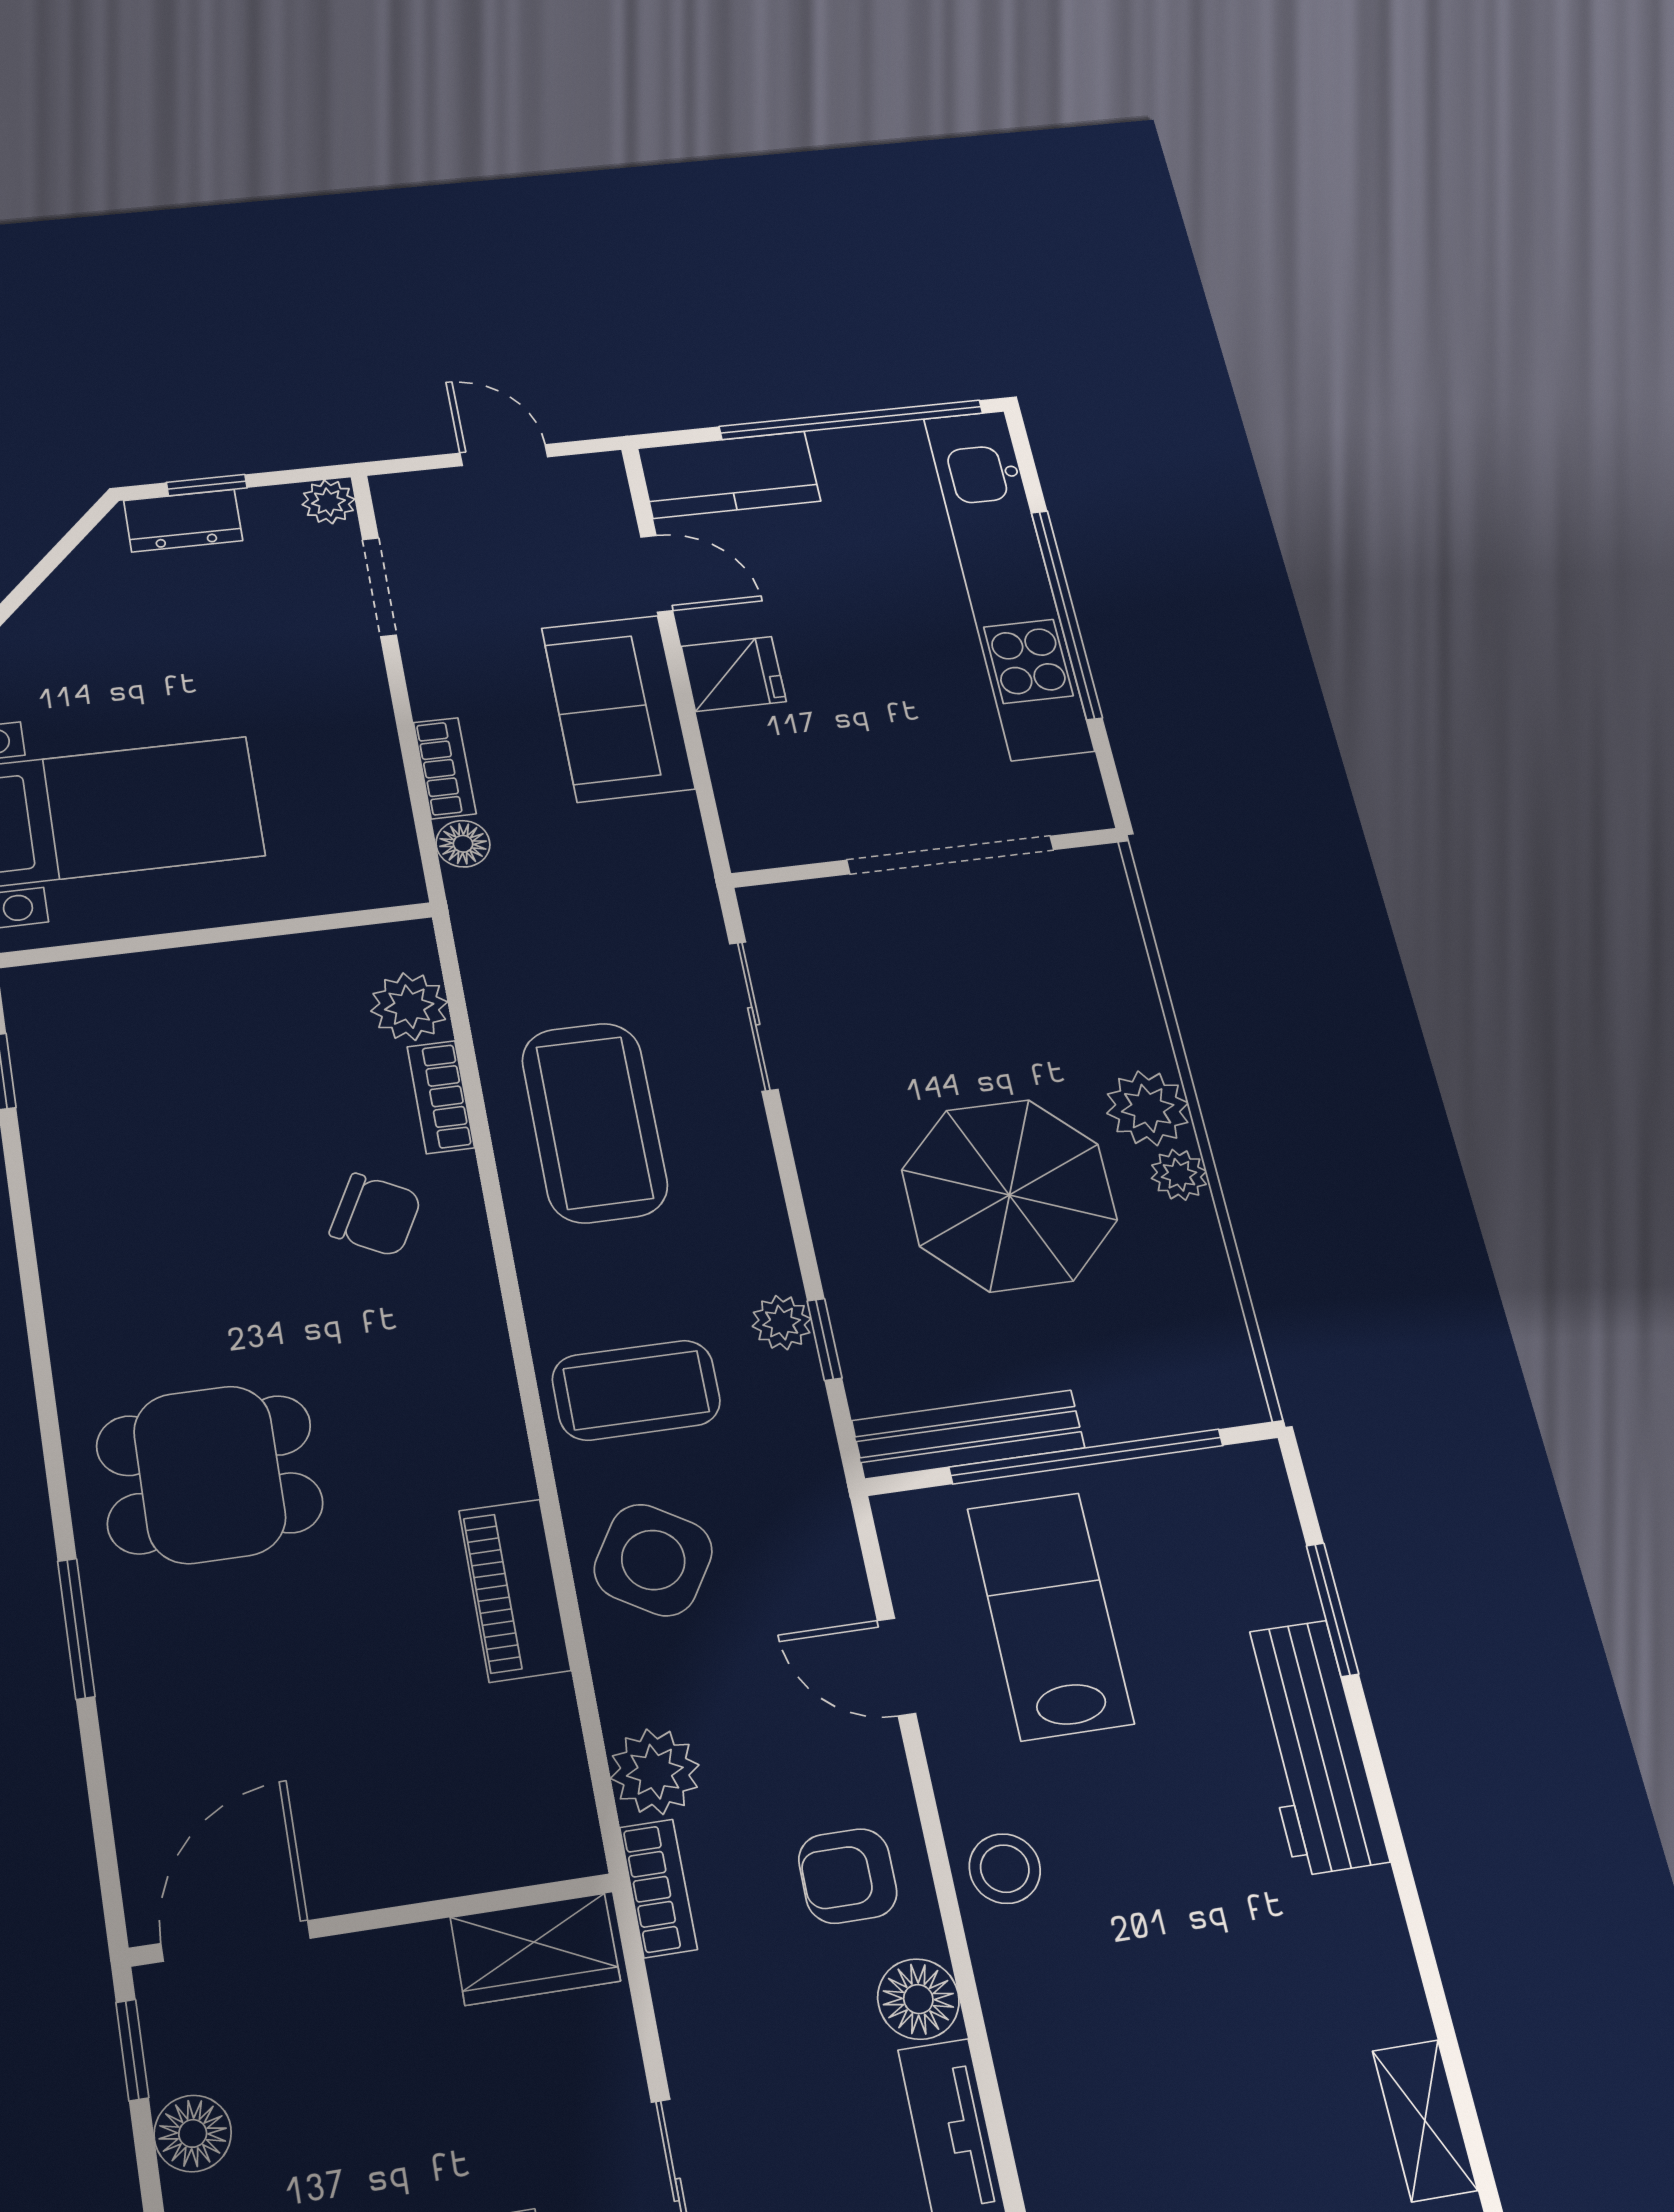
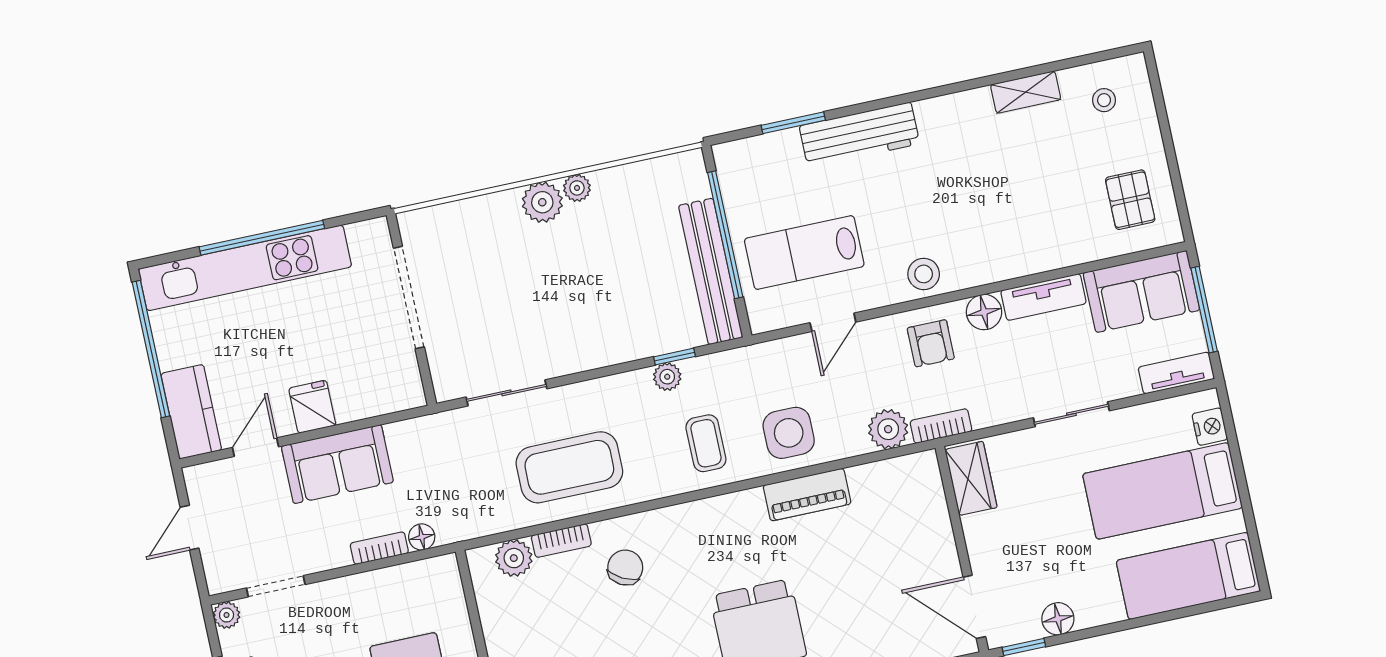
parasol: (1009, 1195) -> (594, 270), removed
coffee table: (636, 1390) -> (706, 443), width x0.73, depth x0.77
bench: (968, 1434) -> (711, 271), width x1.37, depth x1.21
side table: (653, 1560) -> (789, 433), turned -32

